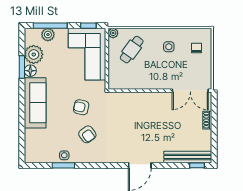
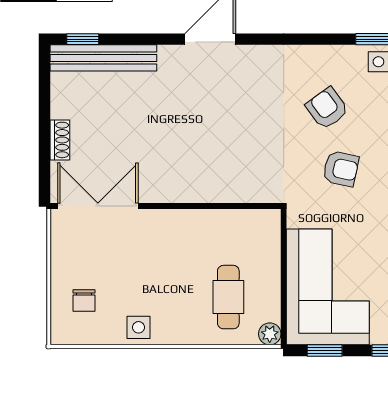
side table: (169, 47) -> (138, 327), moved
cafe table: (132, 50) -> (228, 297), turned -36

